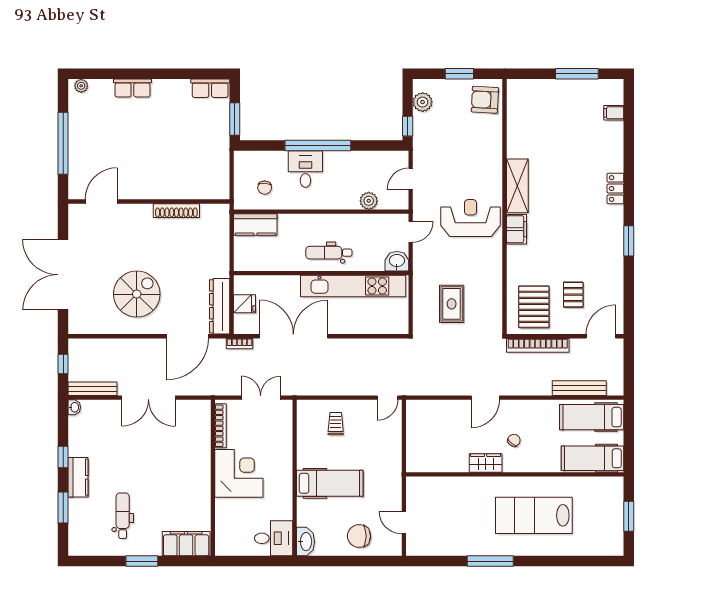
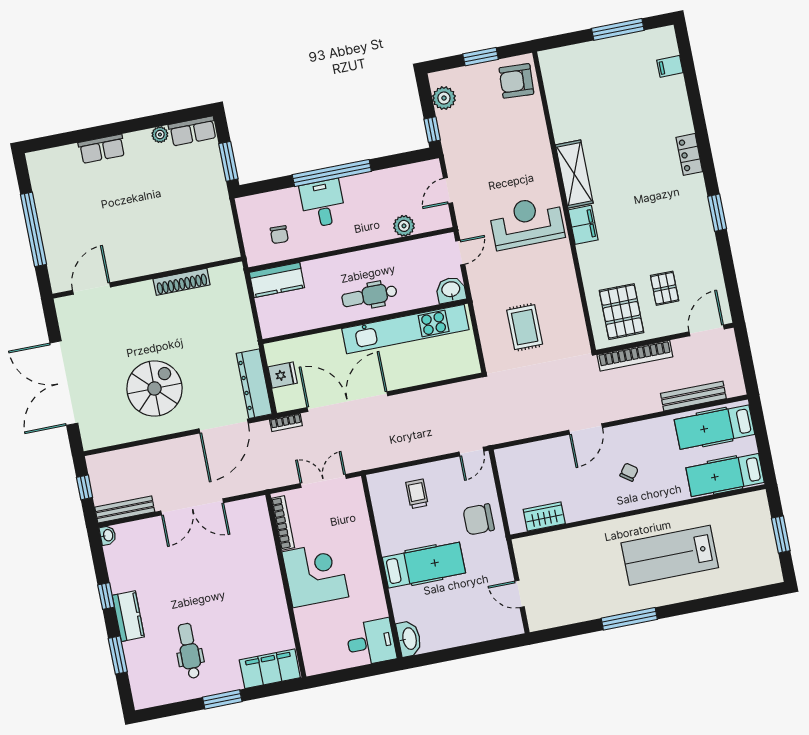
plant: (81, 86) -> (160, 135), moved
wardrobe: (486, 463) -> (544, 517), moved
chair: (359, 536) -> (479, 519), moved

